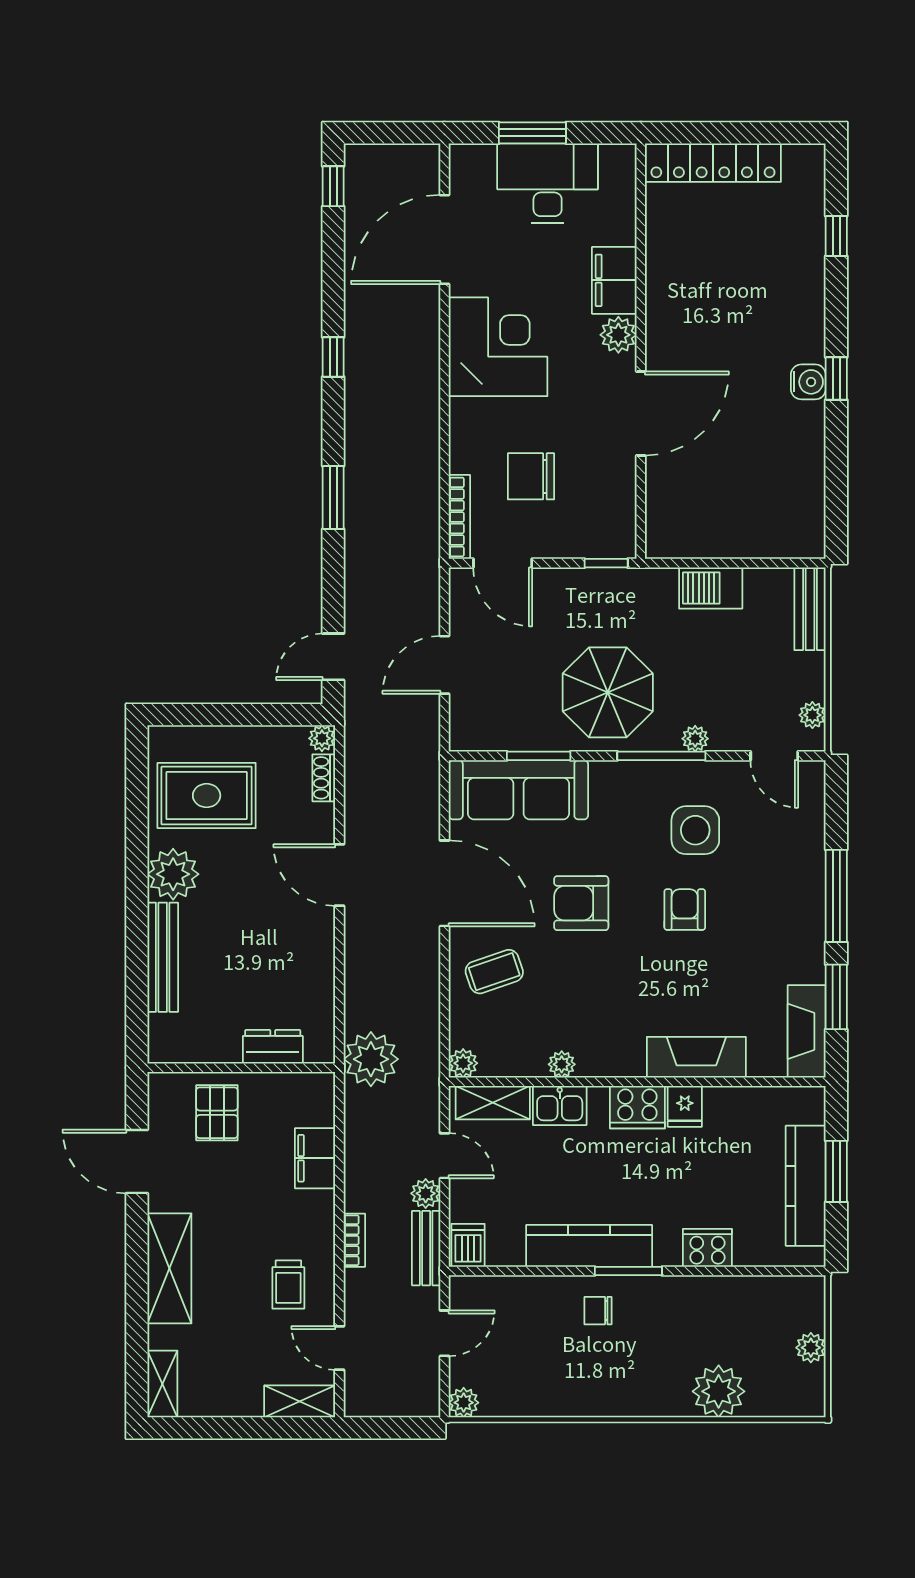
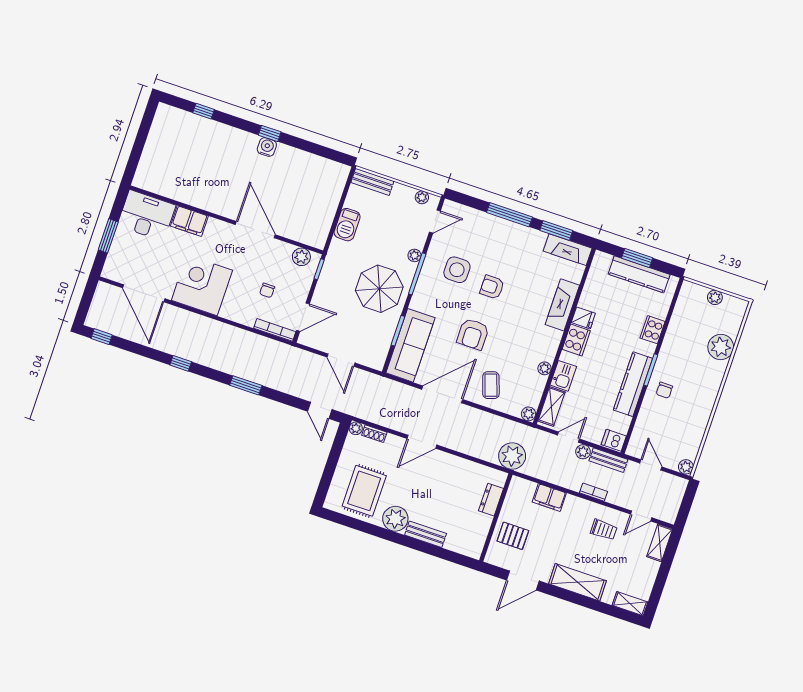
locker: (713, 163) -> (150, 157), removed
desk: (548, 183) -> (146, 215), moved, turned 90
plant: (618, 335) -> (301, 257), moved
chair: (531, 476) -> (267, 290), width x0.54, depth x0.54
bench: (163, 957) -> (426, 534), width x0.73

